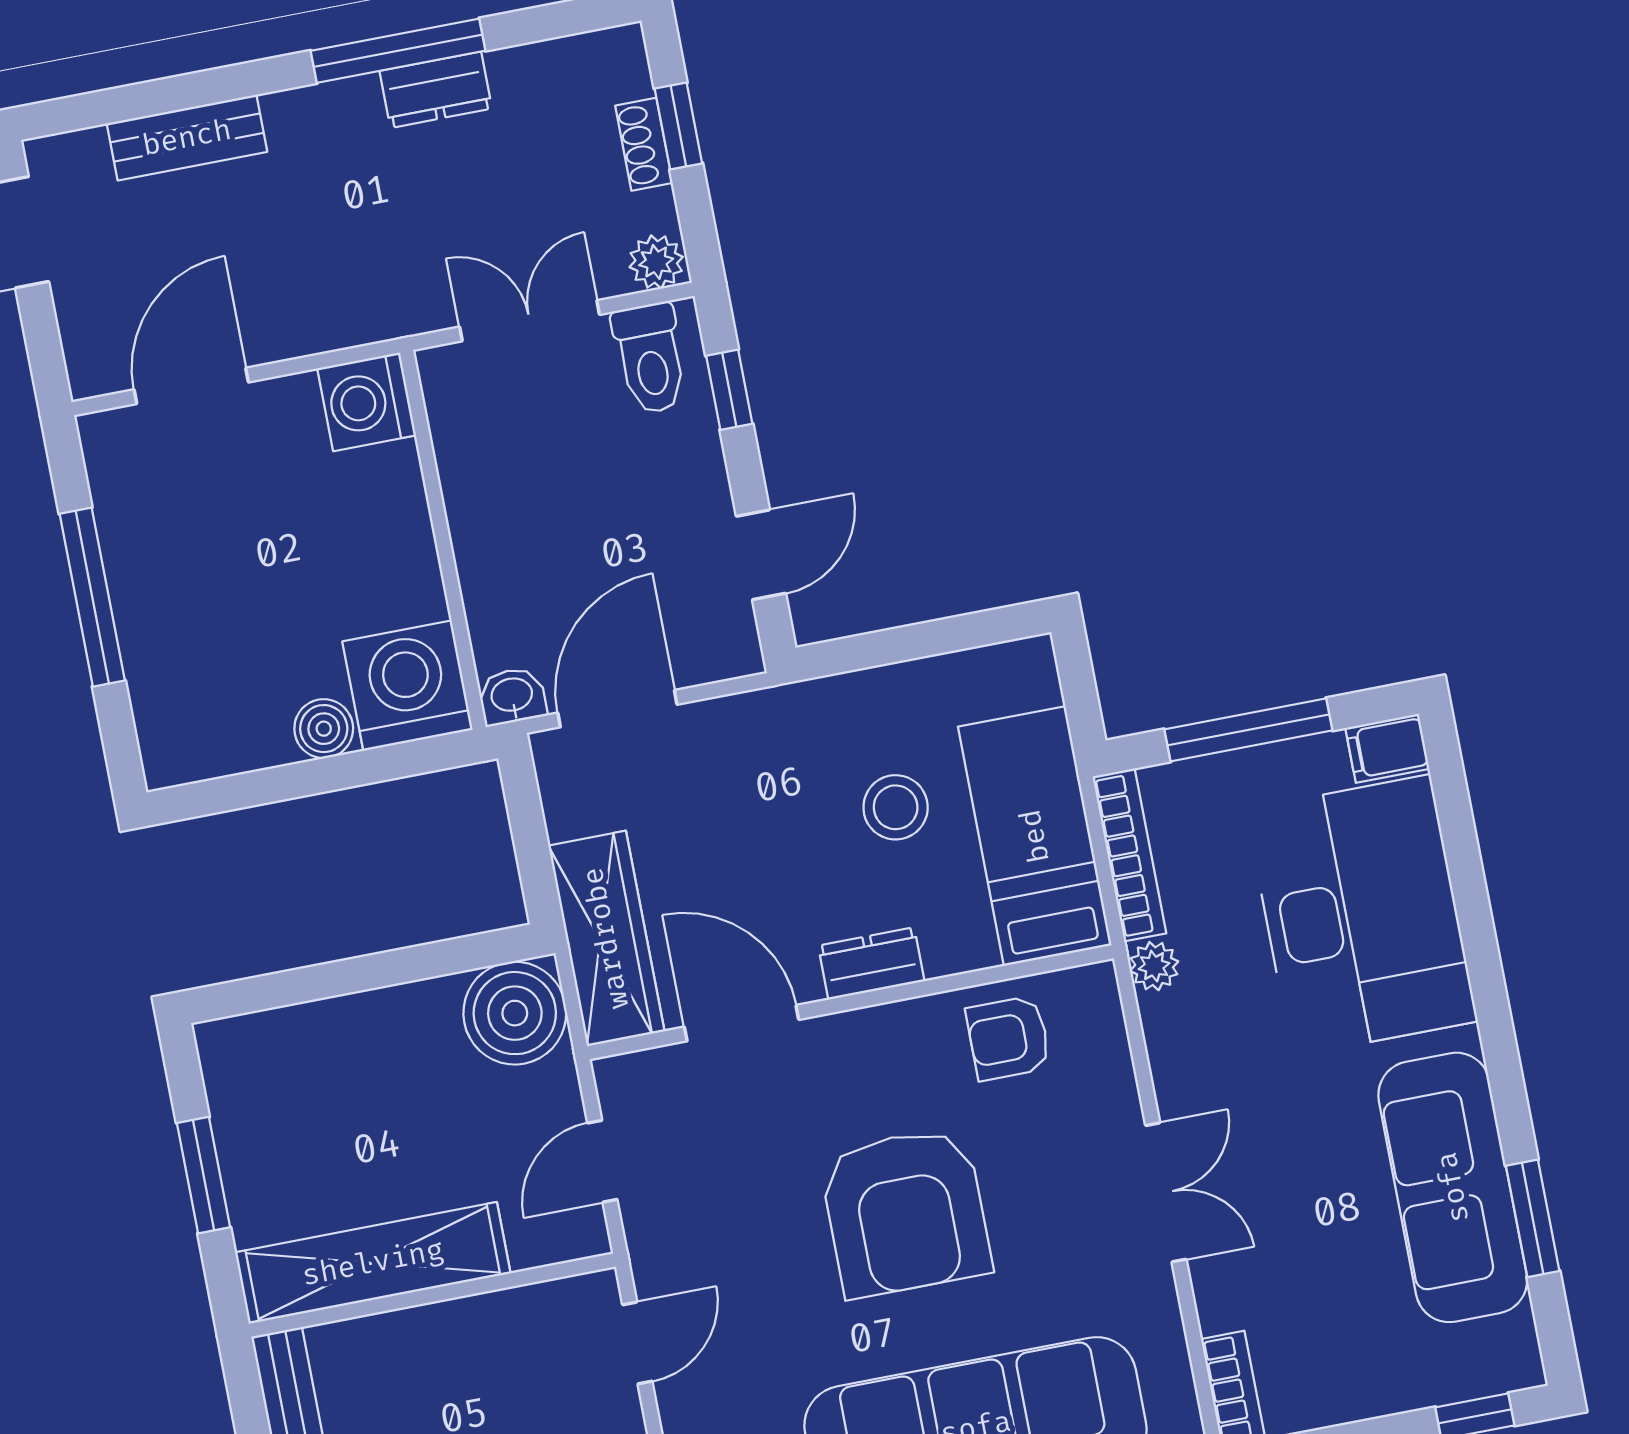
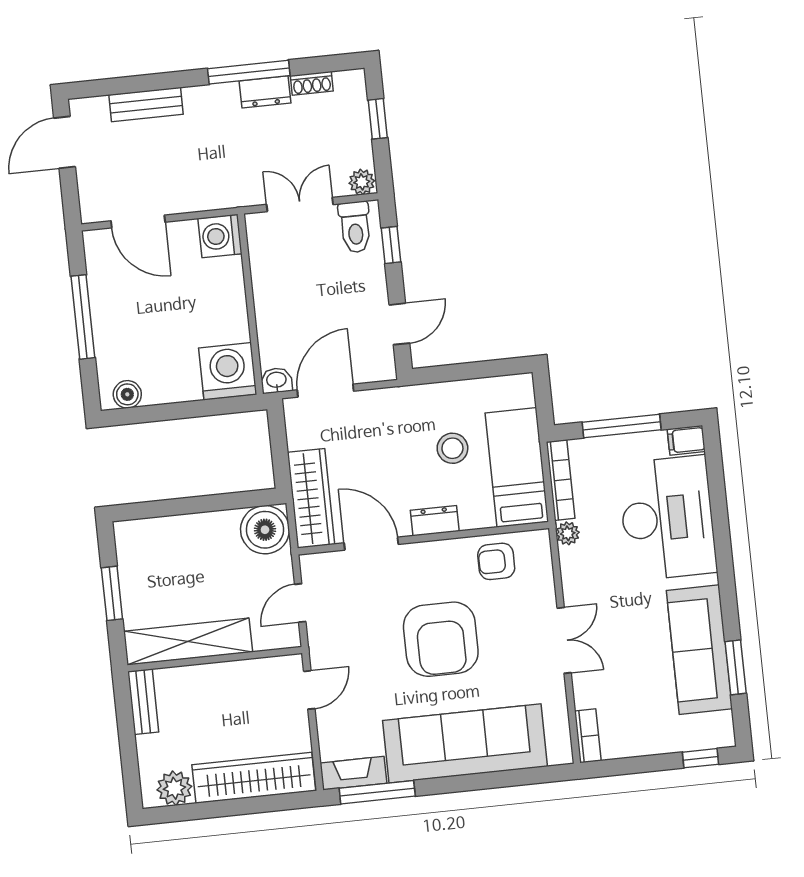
shoe rack: (644, 144) -> (312, 83), moved, turned -90
door: (191, 386) -> (138, 222), swing flipped
boiler: (324, 729) -> (127, 394), moved

